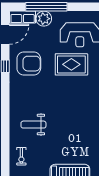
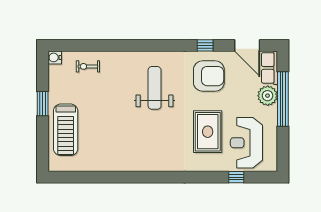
armchair: (29, 64) -> (209, 76), turned -90
weight bench: (33, 125) -> (155, 88), moved, width x1.36, depth x1.33

